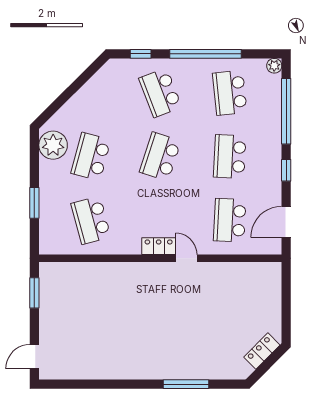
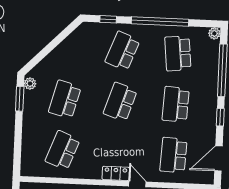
school desk: (160, 93) -> (122, 51), turned 42
plant: (53, 145) -> (30, 84), width x0.53, depth x0.53
window: (34, 203) -> (20, 99), moved
school desk: (91, 220) -> (63, 150), turned 36

